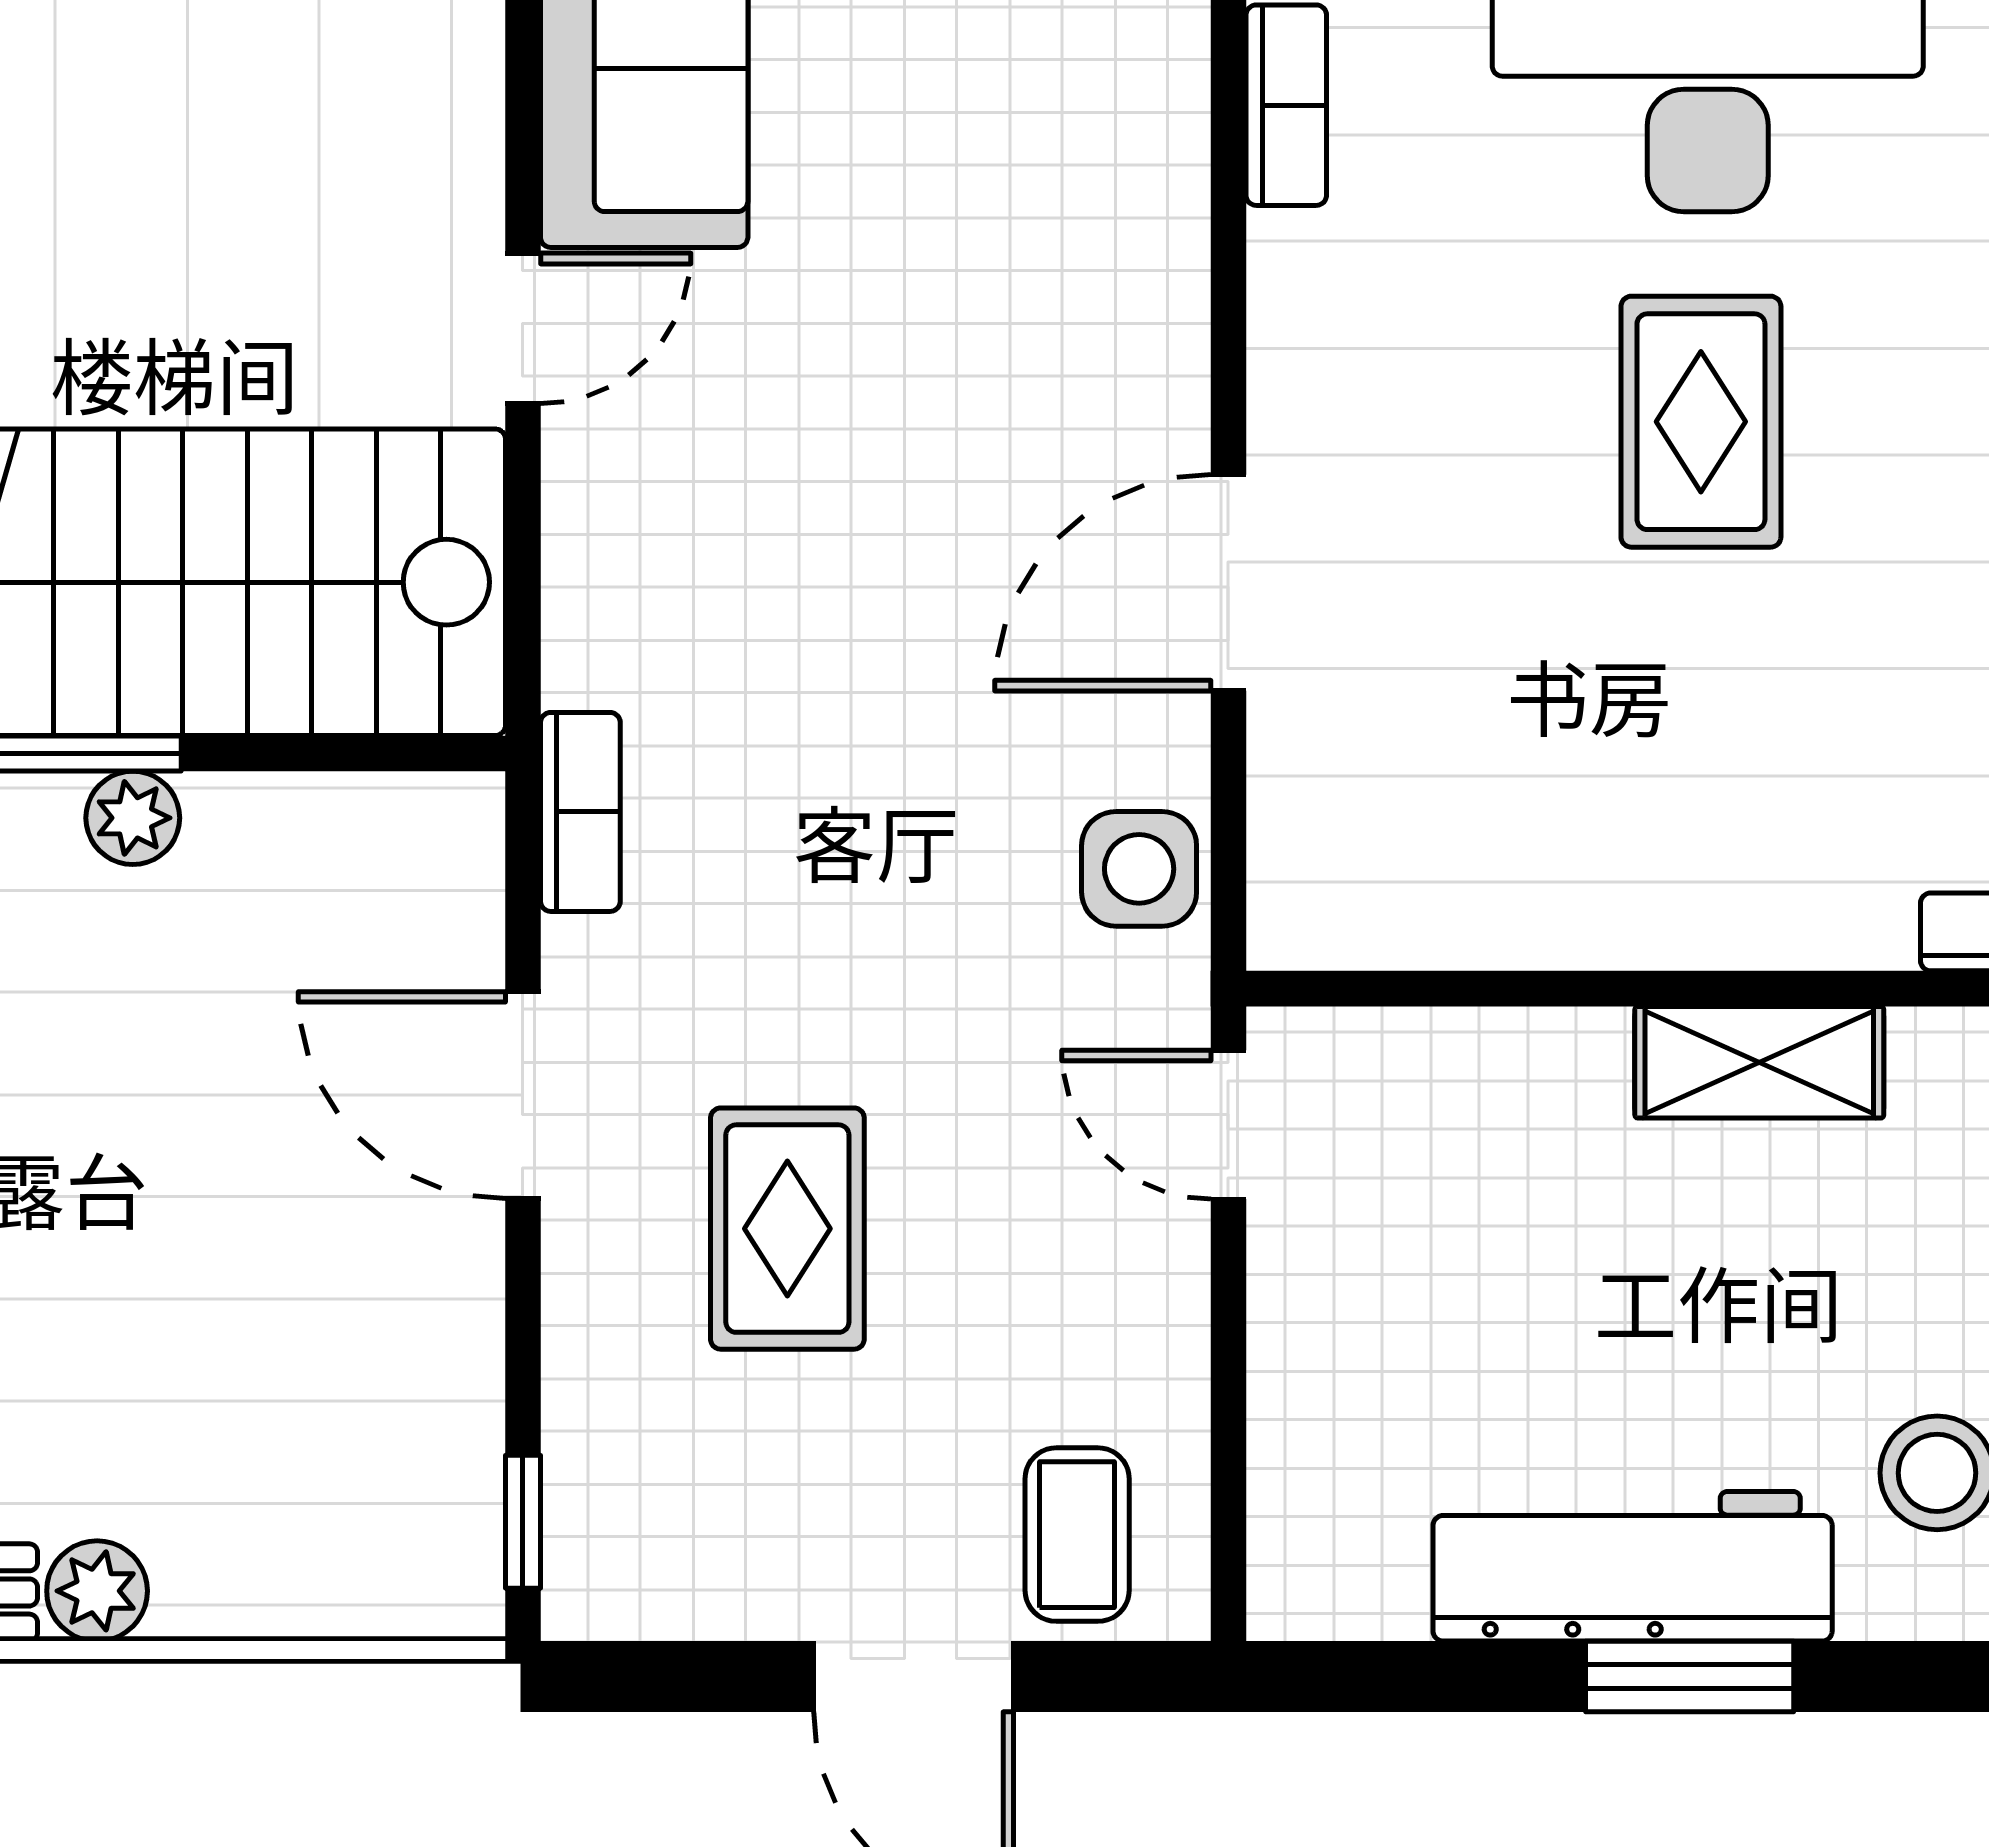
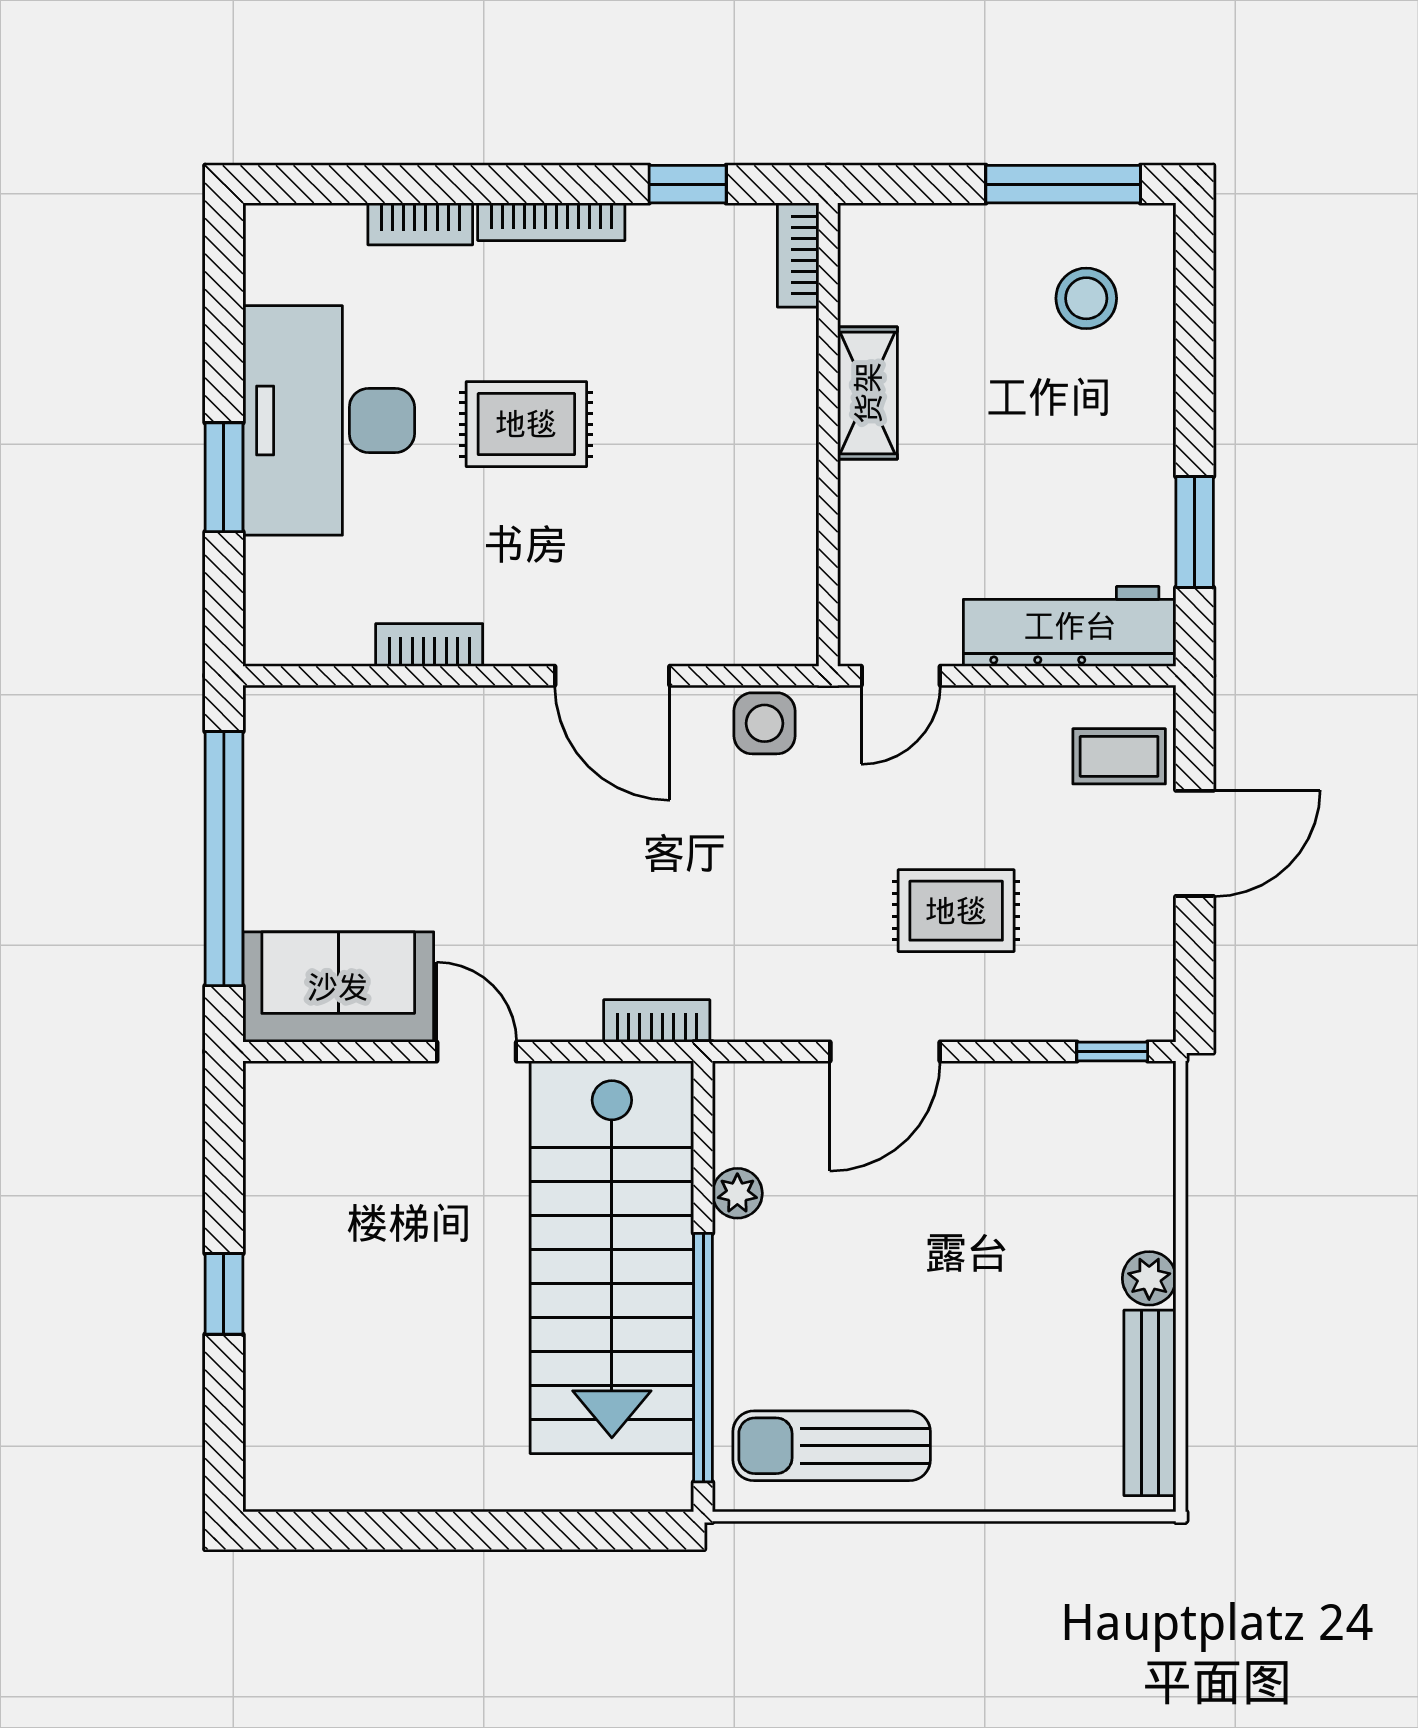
bookcase: (1286, 105) -> (429, 645), moved
bookcase: (580, 812) -> (657, 1021), moved
plant: (133, 818) -> (737, 1193), moved
workbench: (1633, 1566) -> (1070, 626), moved, turned 90
window: (1690, 1677) -> (1195, 532), moved

